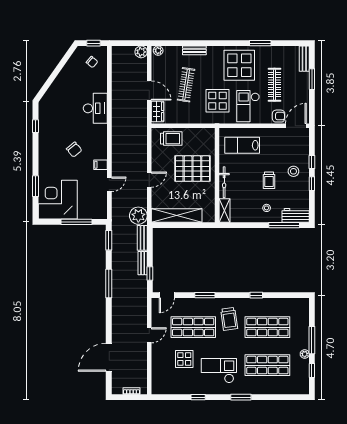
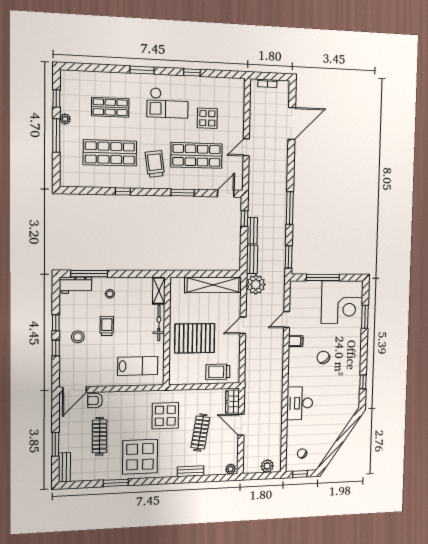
plant: (141, 52) -> (267, 466), moved
checkout: (248, 106) -> (130, 411), removed
shop shelf: (267, 365) -> (110, 107), width x0.70, depth x0.74

